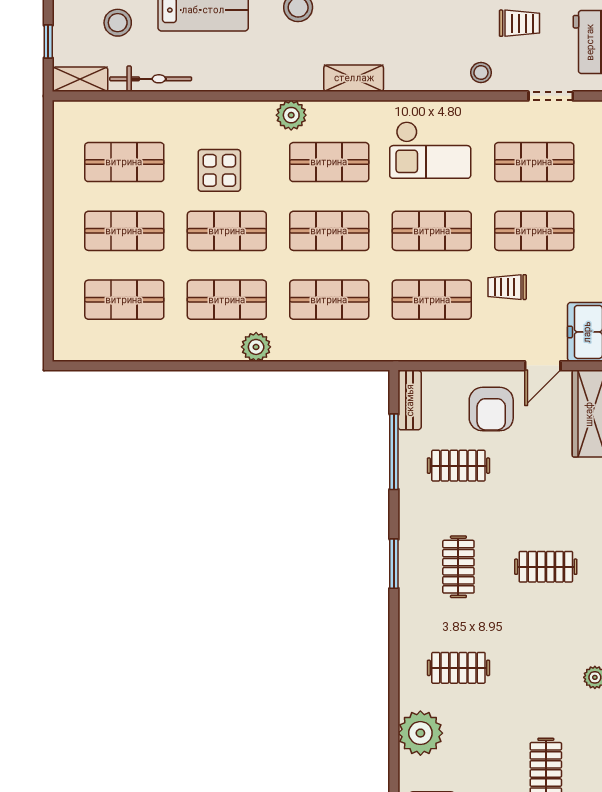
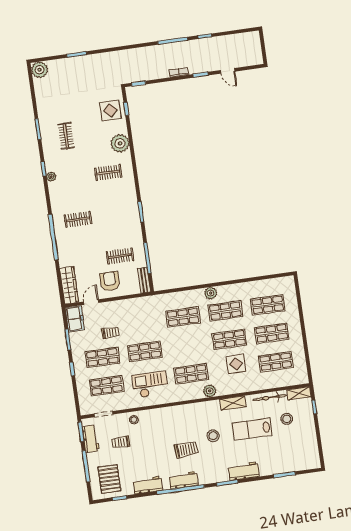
shelving: (354, 78) -> (233, 403), moved
shop shelf: (329, 231) -> (187, 345), removed
shop shelf: (432, 300) -> (141, 323), removed
clothes rail: (458, 567) -> (114, 214), removed

